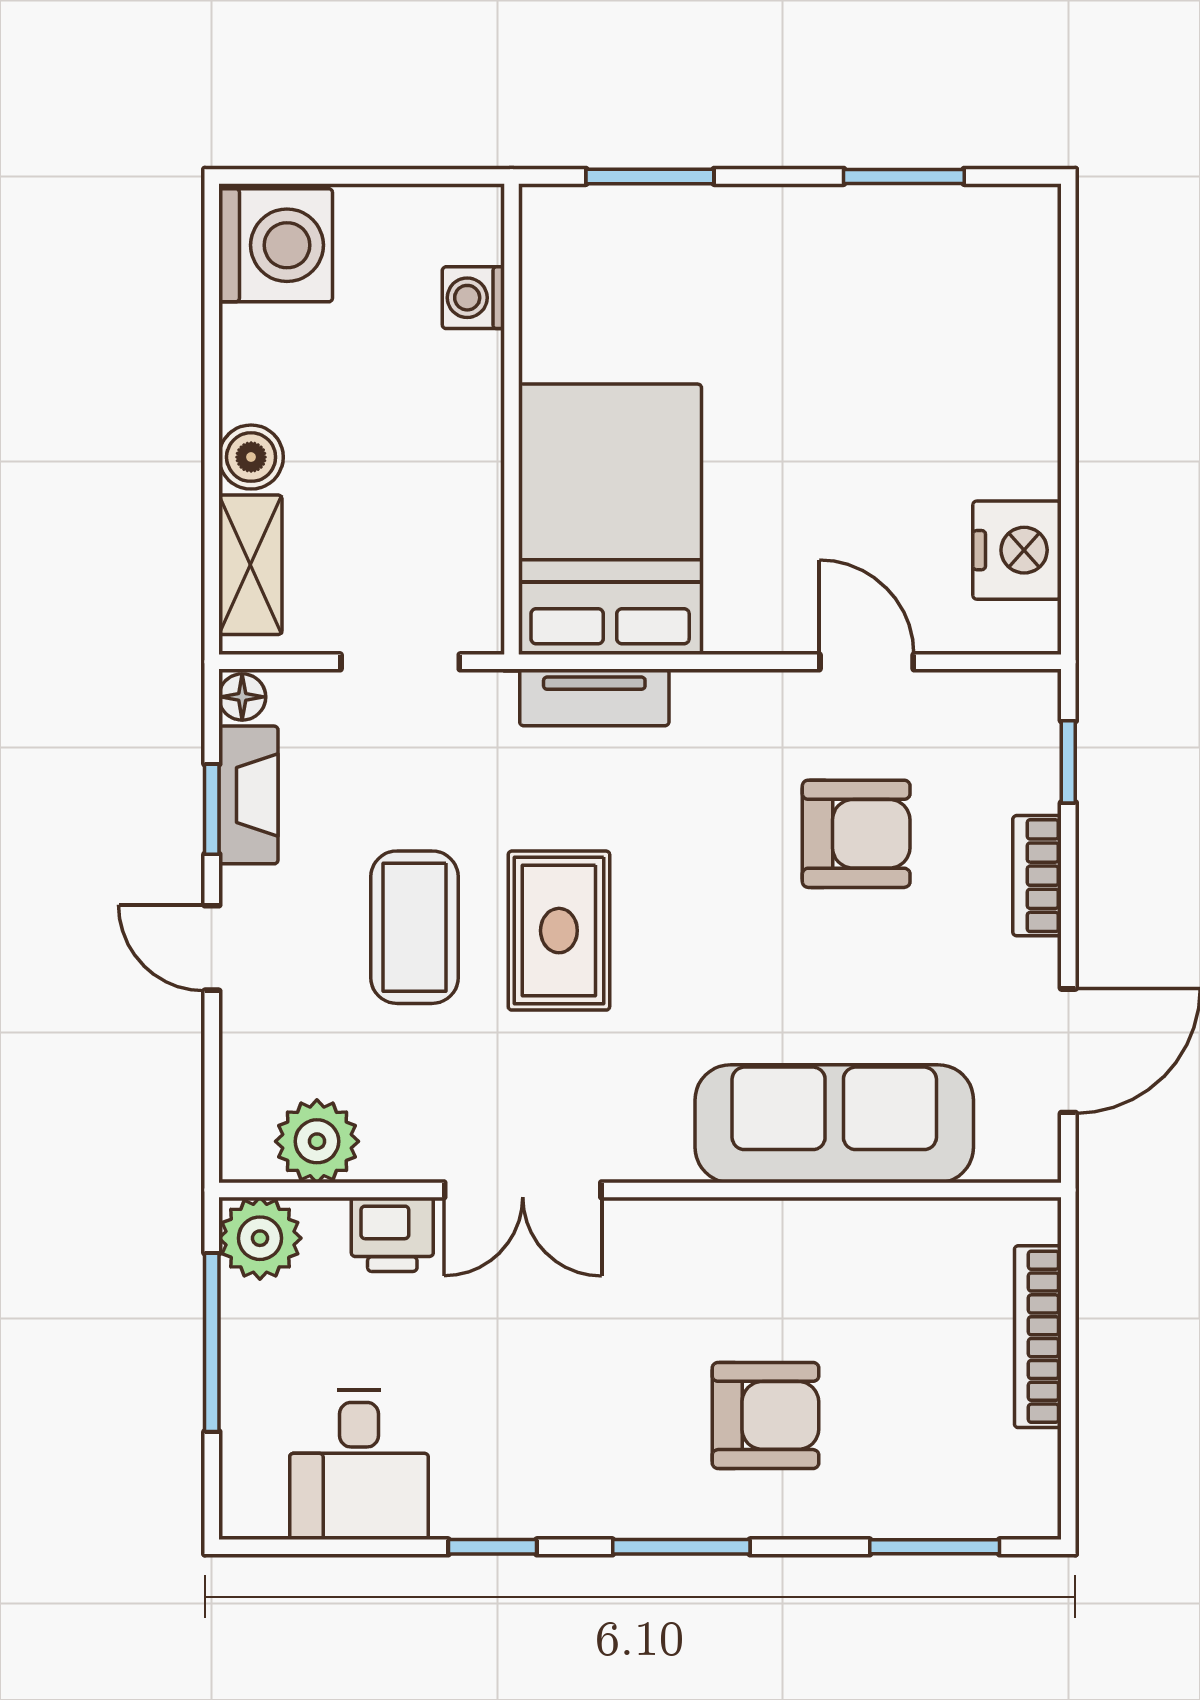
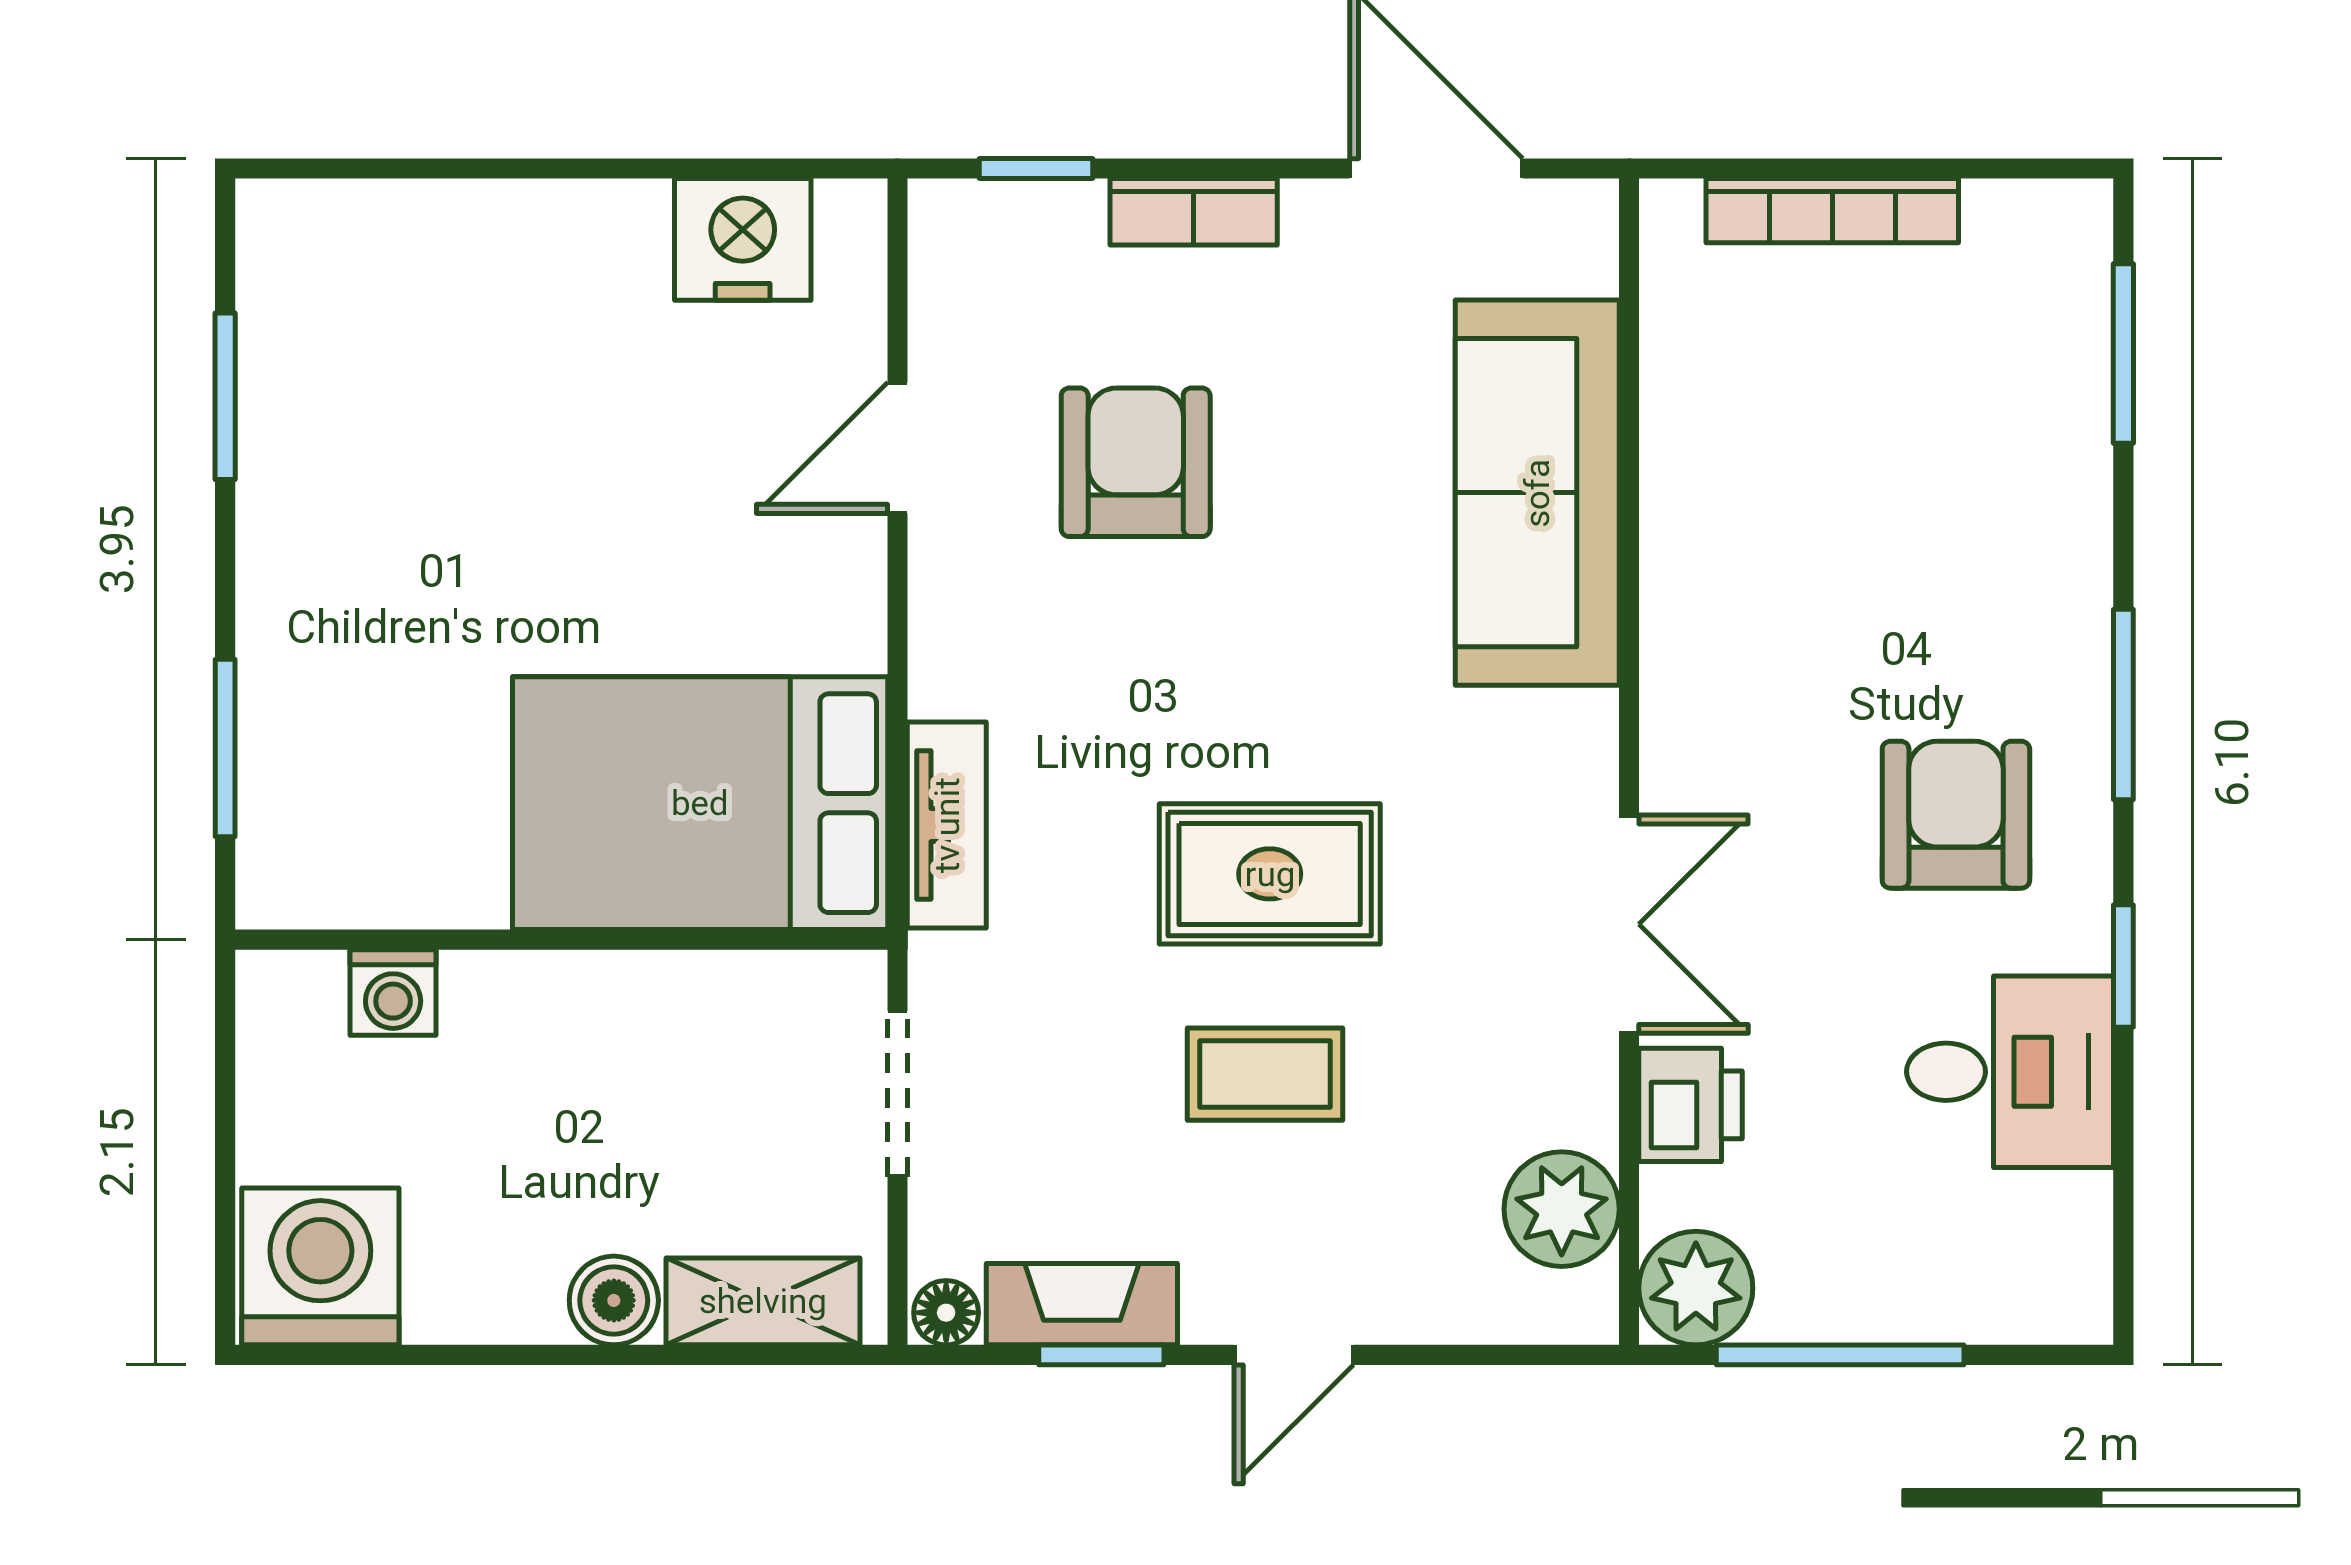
coffee table: (414, 927) -> (1265, 1074), width x0.73, depth x0.77
armchair: (766, 1415) -> (1956, 815), moved
desk: (359, 1465) -> (2010, 1072), moved

